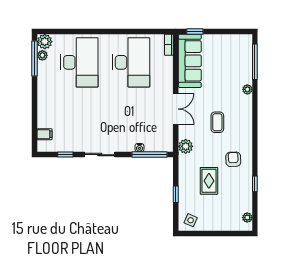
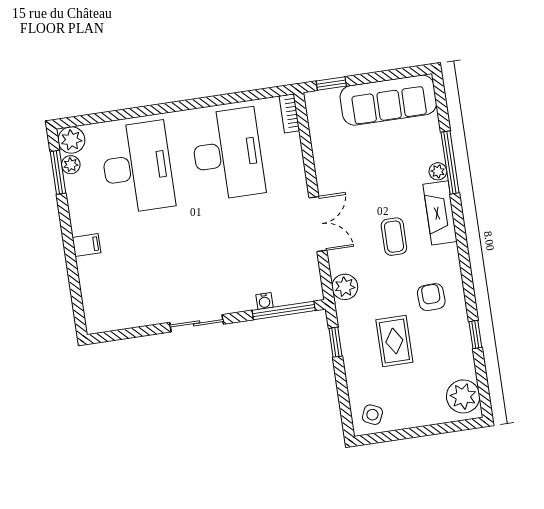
window: (35, 59) -> (58, 172), width x0.69
sofa: (190, 61) -> (388, 100), moved, turned 90
window: (255, 62) -> (450, 163), moved
fireplace: (245, 113) -> (440, 213), added
filing cabinet: (45, 134) -> (87, 245), moved
window: (65, 155) -> (137, 332), removed
window: (176, 194) -> (335, 342), moved
plant: (247, 218) -> (463, 396), width x1.88, depth x1.88

